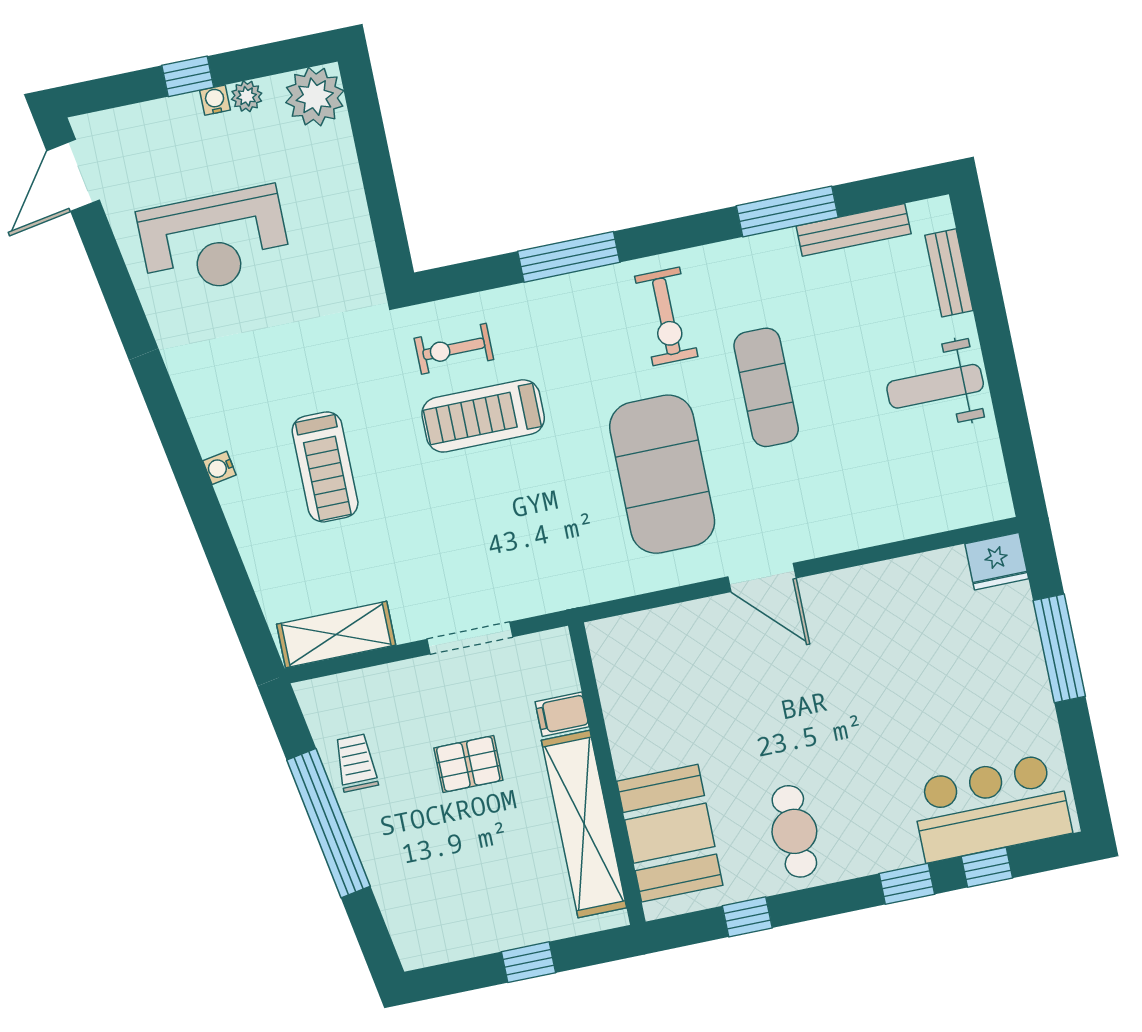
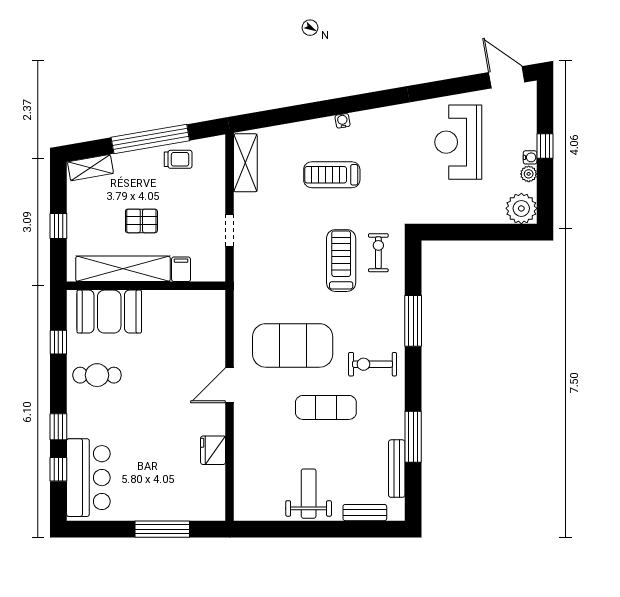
fridge: (997, 561) -> (213, 450), moved
doorway: (470, 638) -> (230, 230), width x0.73
pallet: (468, 764) -> (141, 221), moved, turned 90
shelving: (406, 925) -> (90, 168), added

